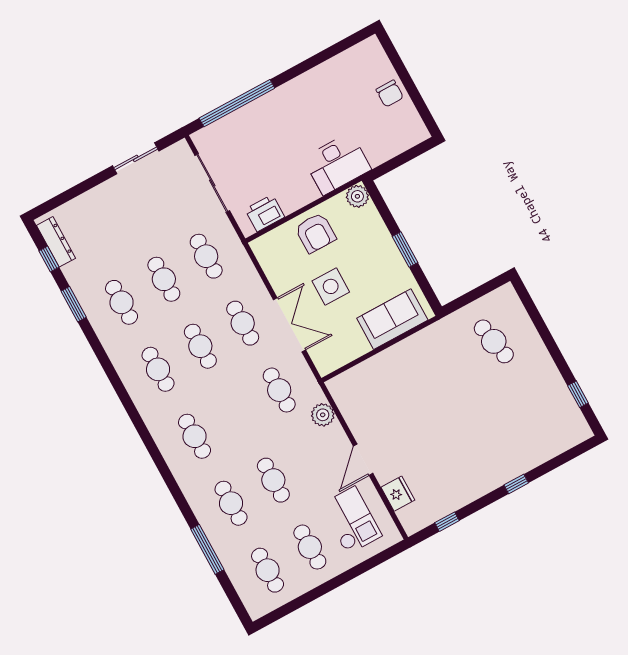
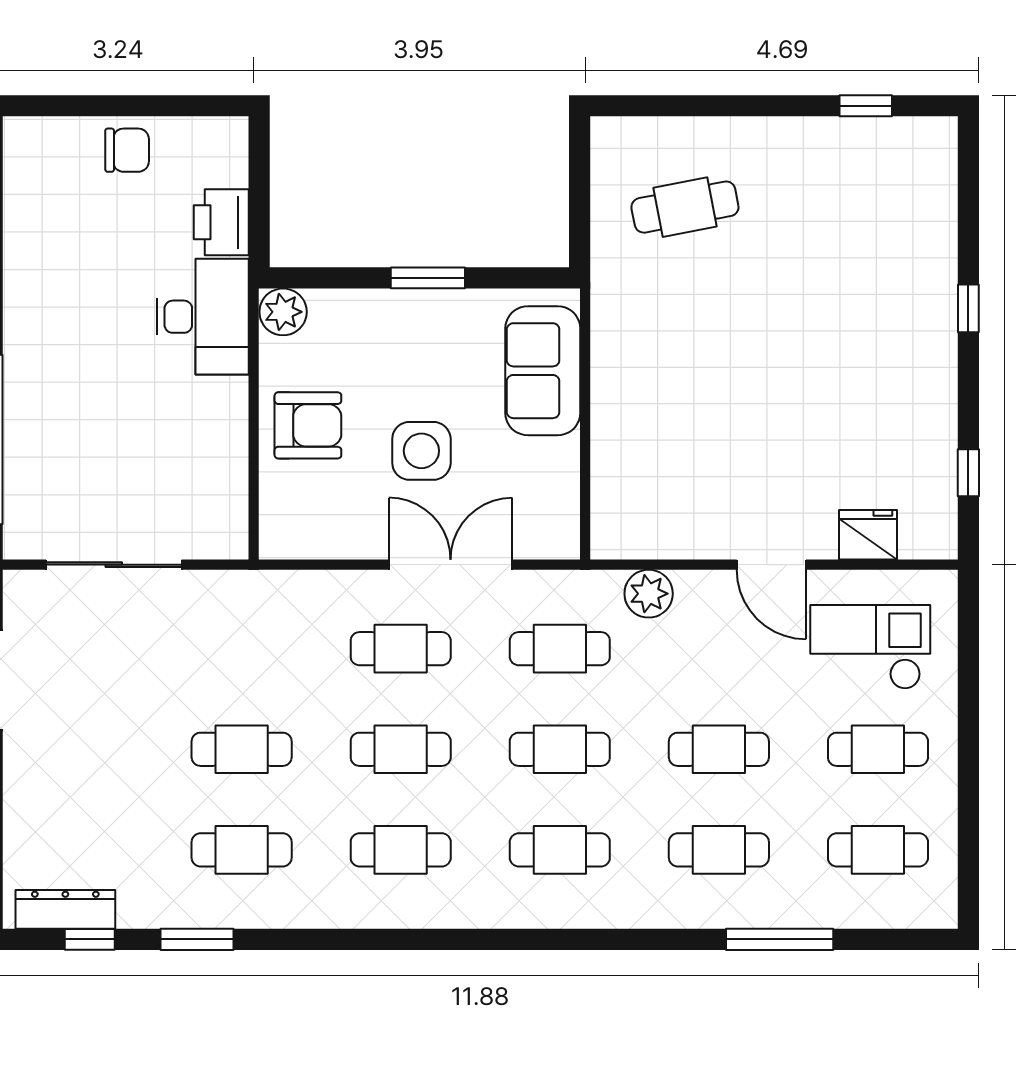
printer: (265, 213) -> (221, 222), moved
cafe table: (206, 256) -> (560, 749), moved

